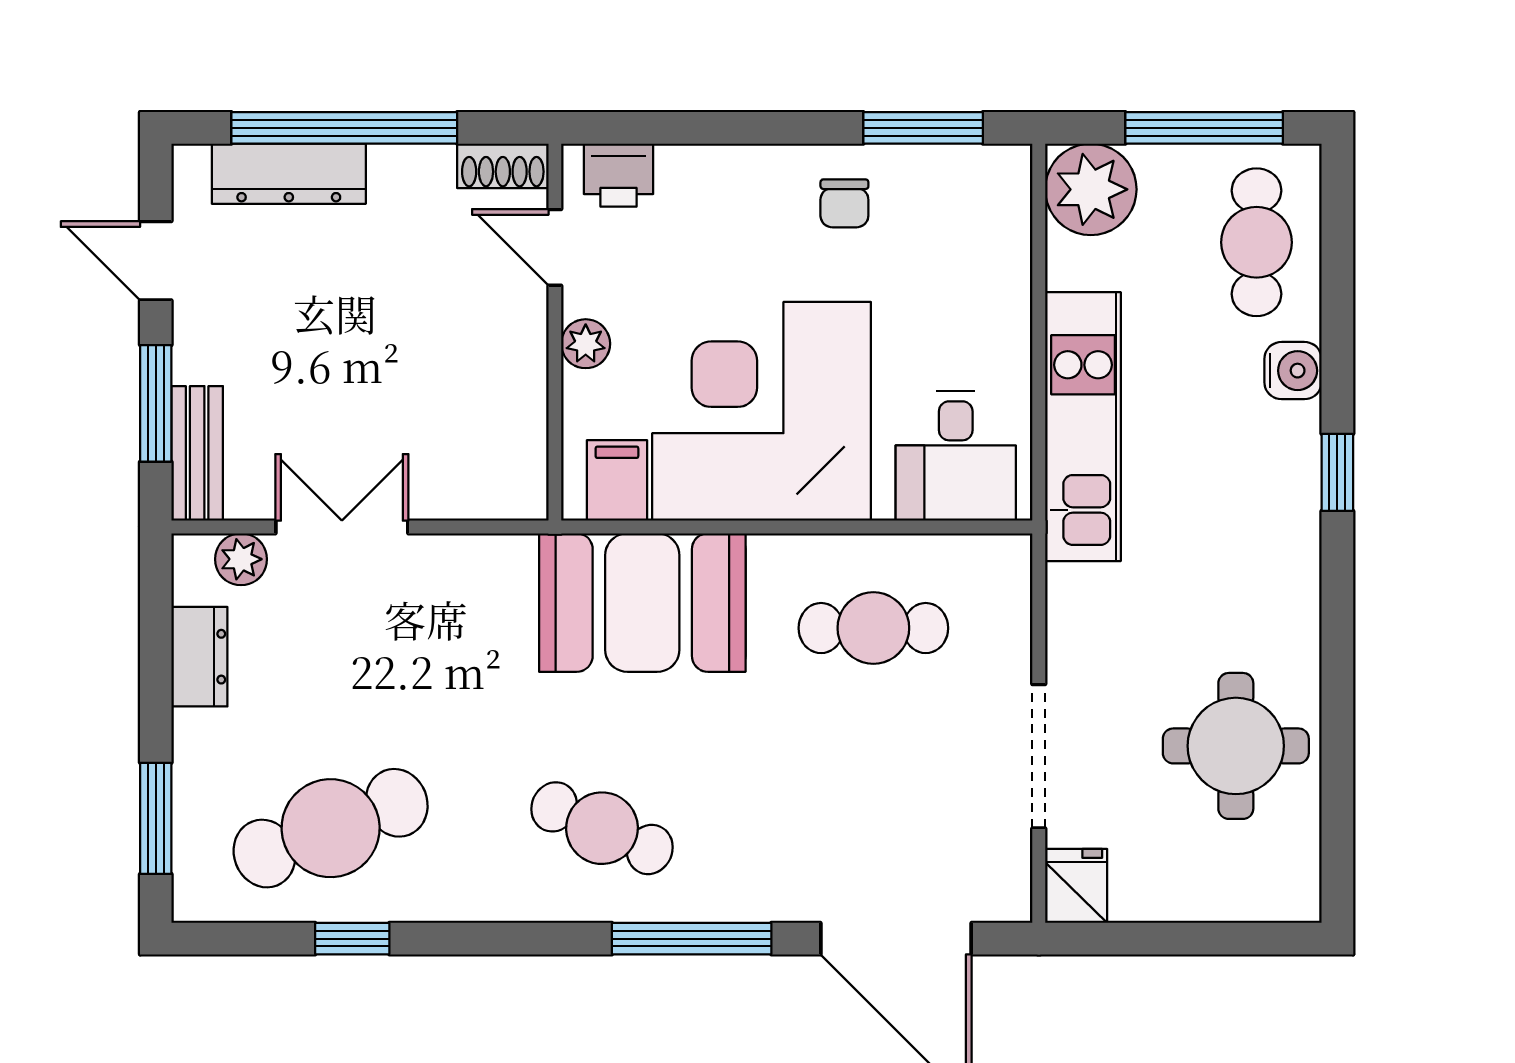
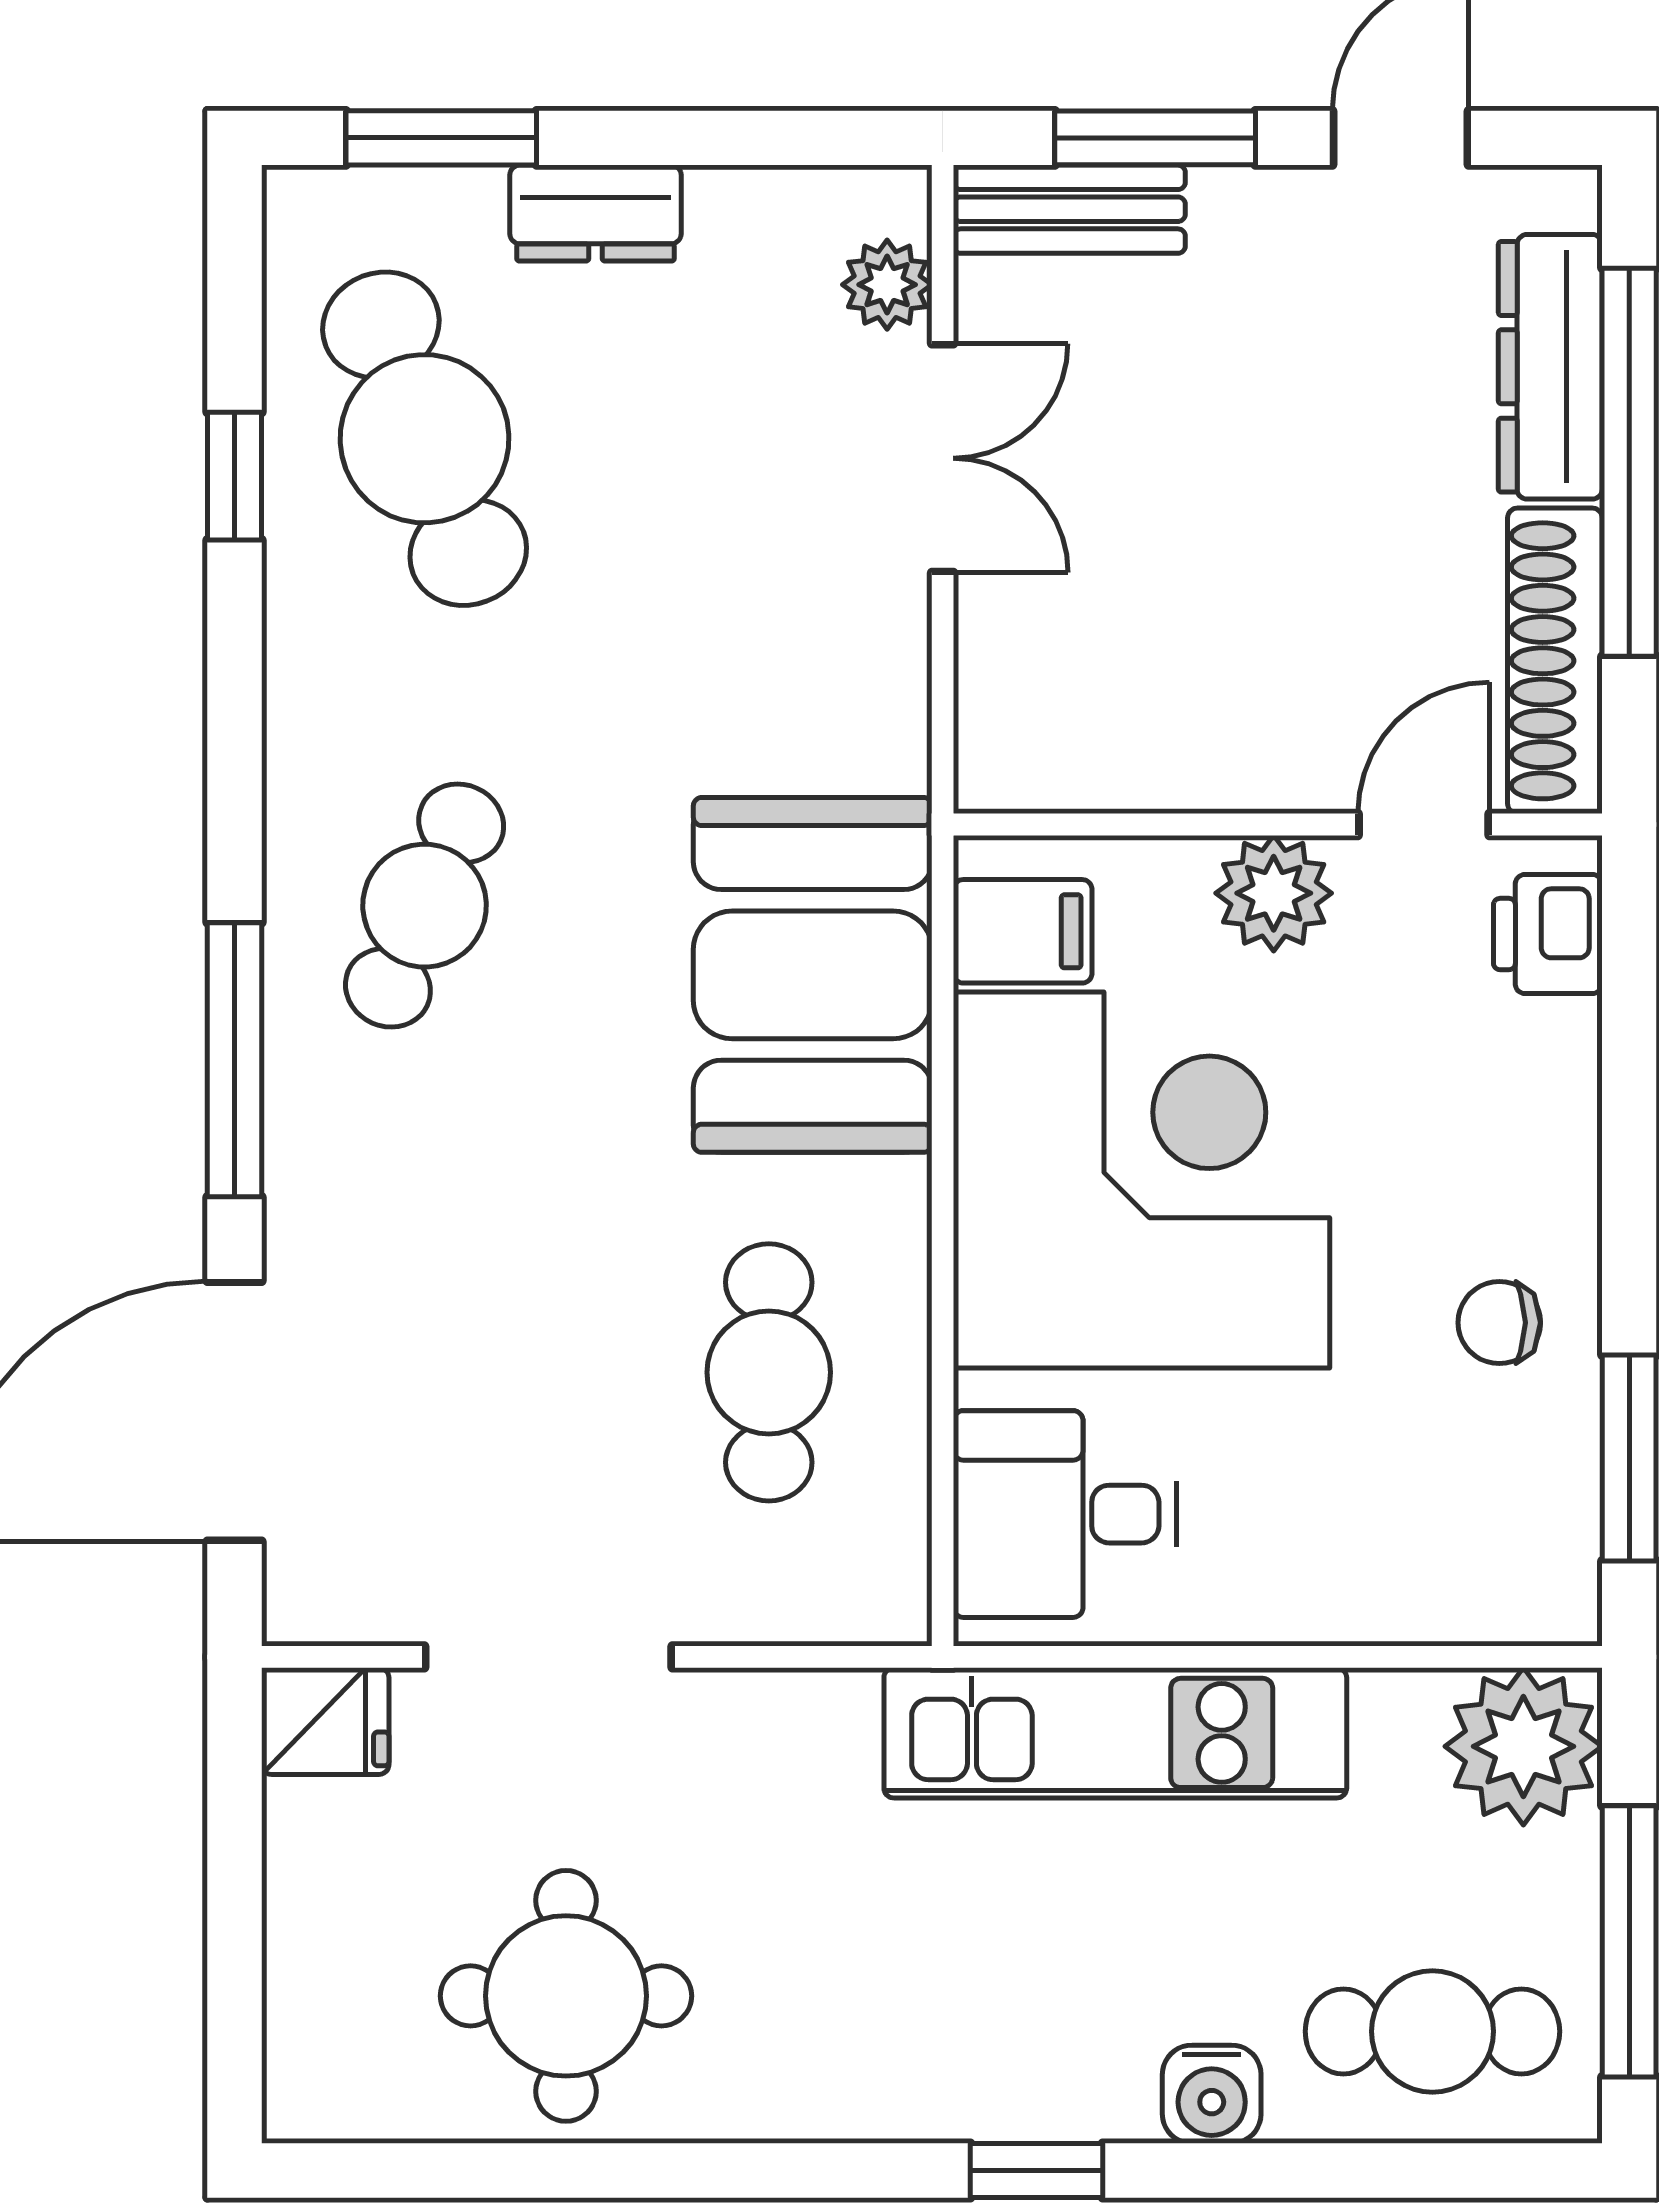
shoe rack: (503, 166) -> (1555, 661), width x1.94, depth x1.24
plant: (586, 344) -> (1274, 893), width x1.38, depth x1.38
dresser: (199, 657) -> (595, 213), moved

